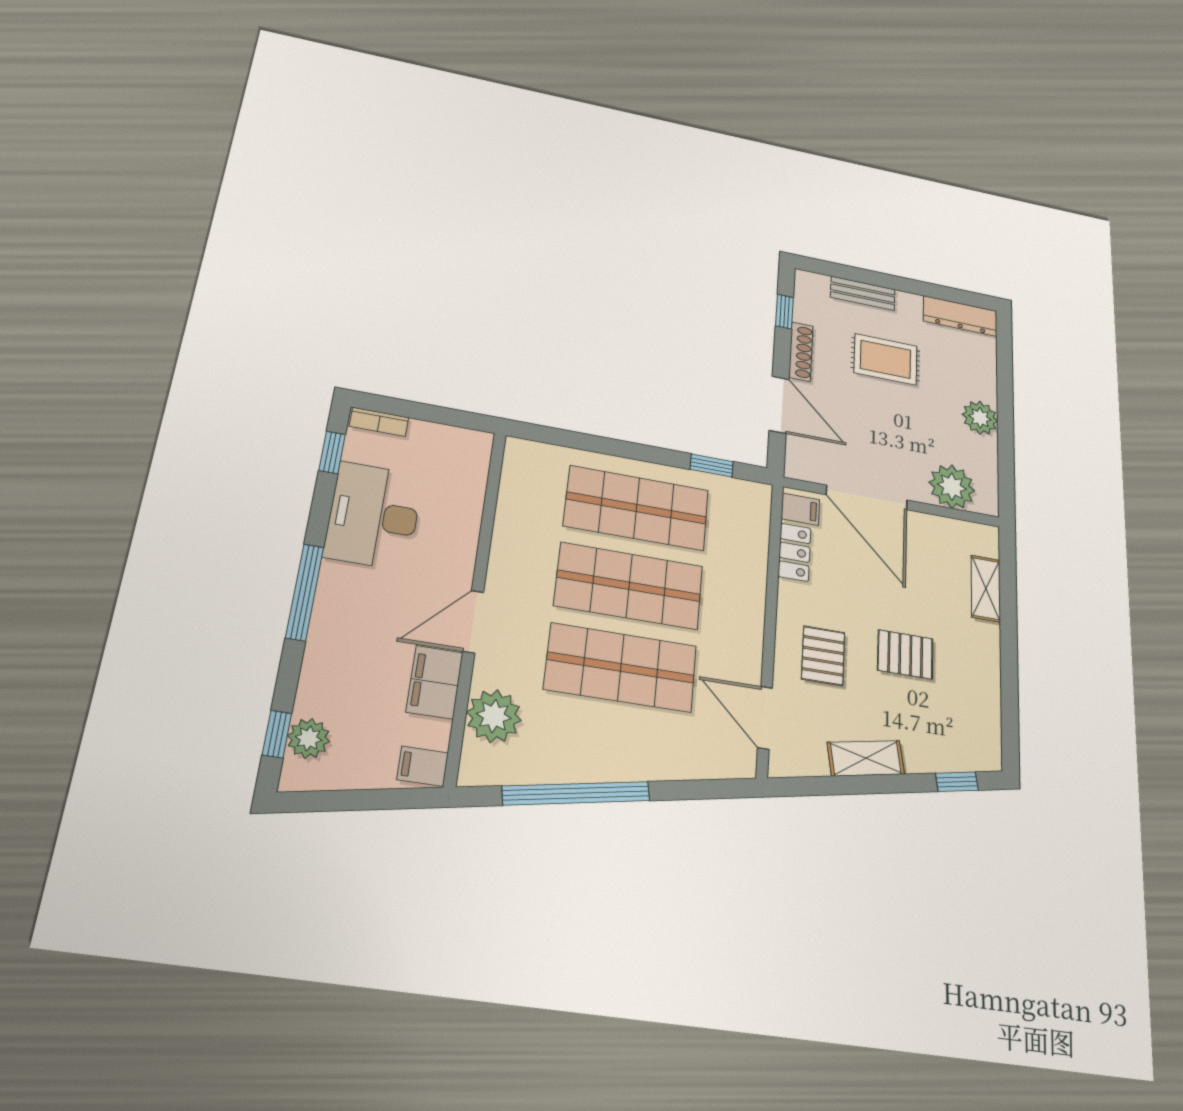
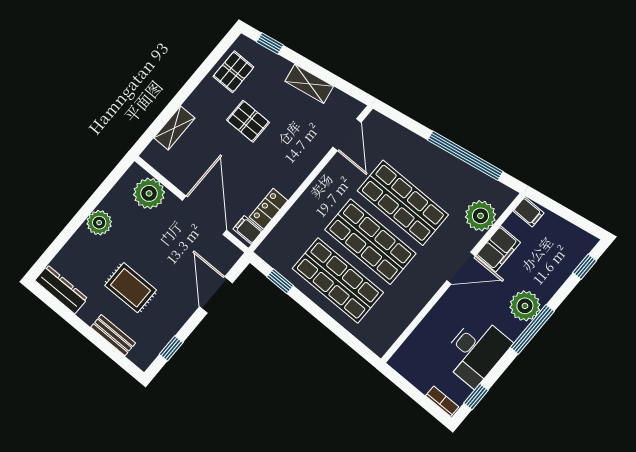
shoe rack: (801, 352) -> (179, 319), removed
pallet: (823, 656) -> (233, 72), moved
plant: (309, 738) -> (525, 306), moved, width x1.36, depth x1.36

